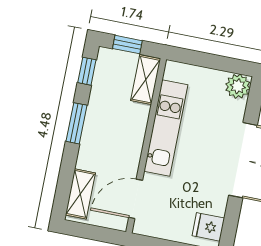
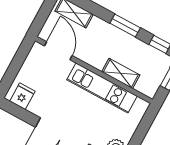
shelving: (146, 80) -> (121, 73), moved

